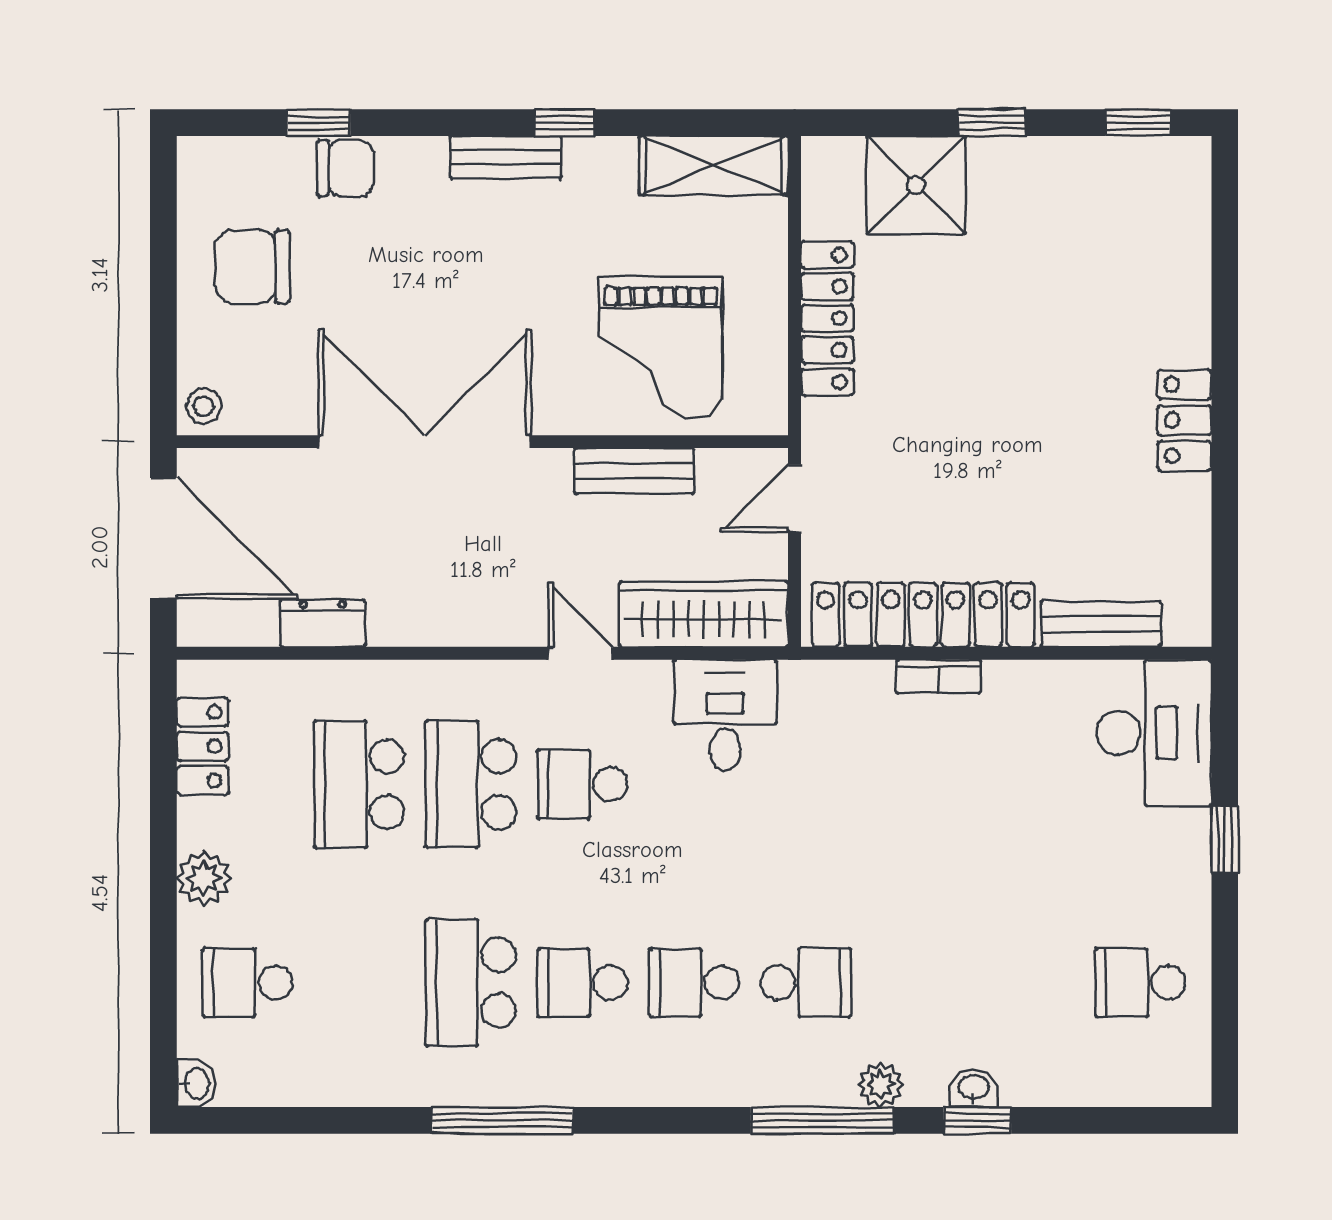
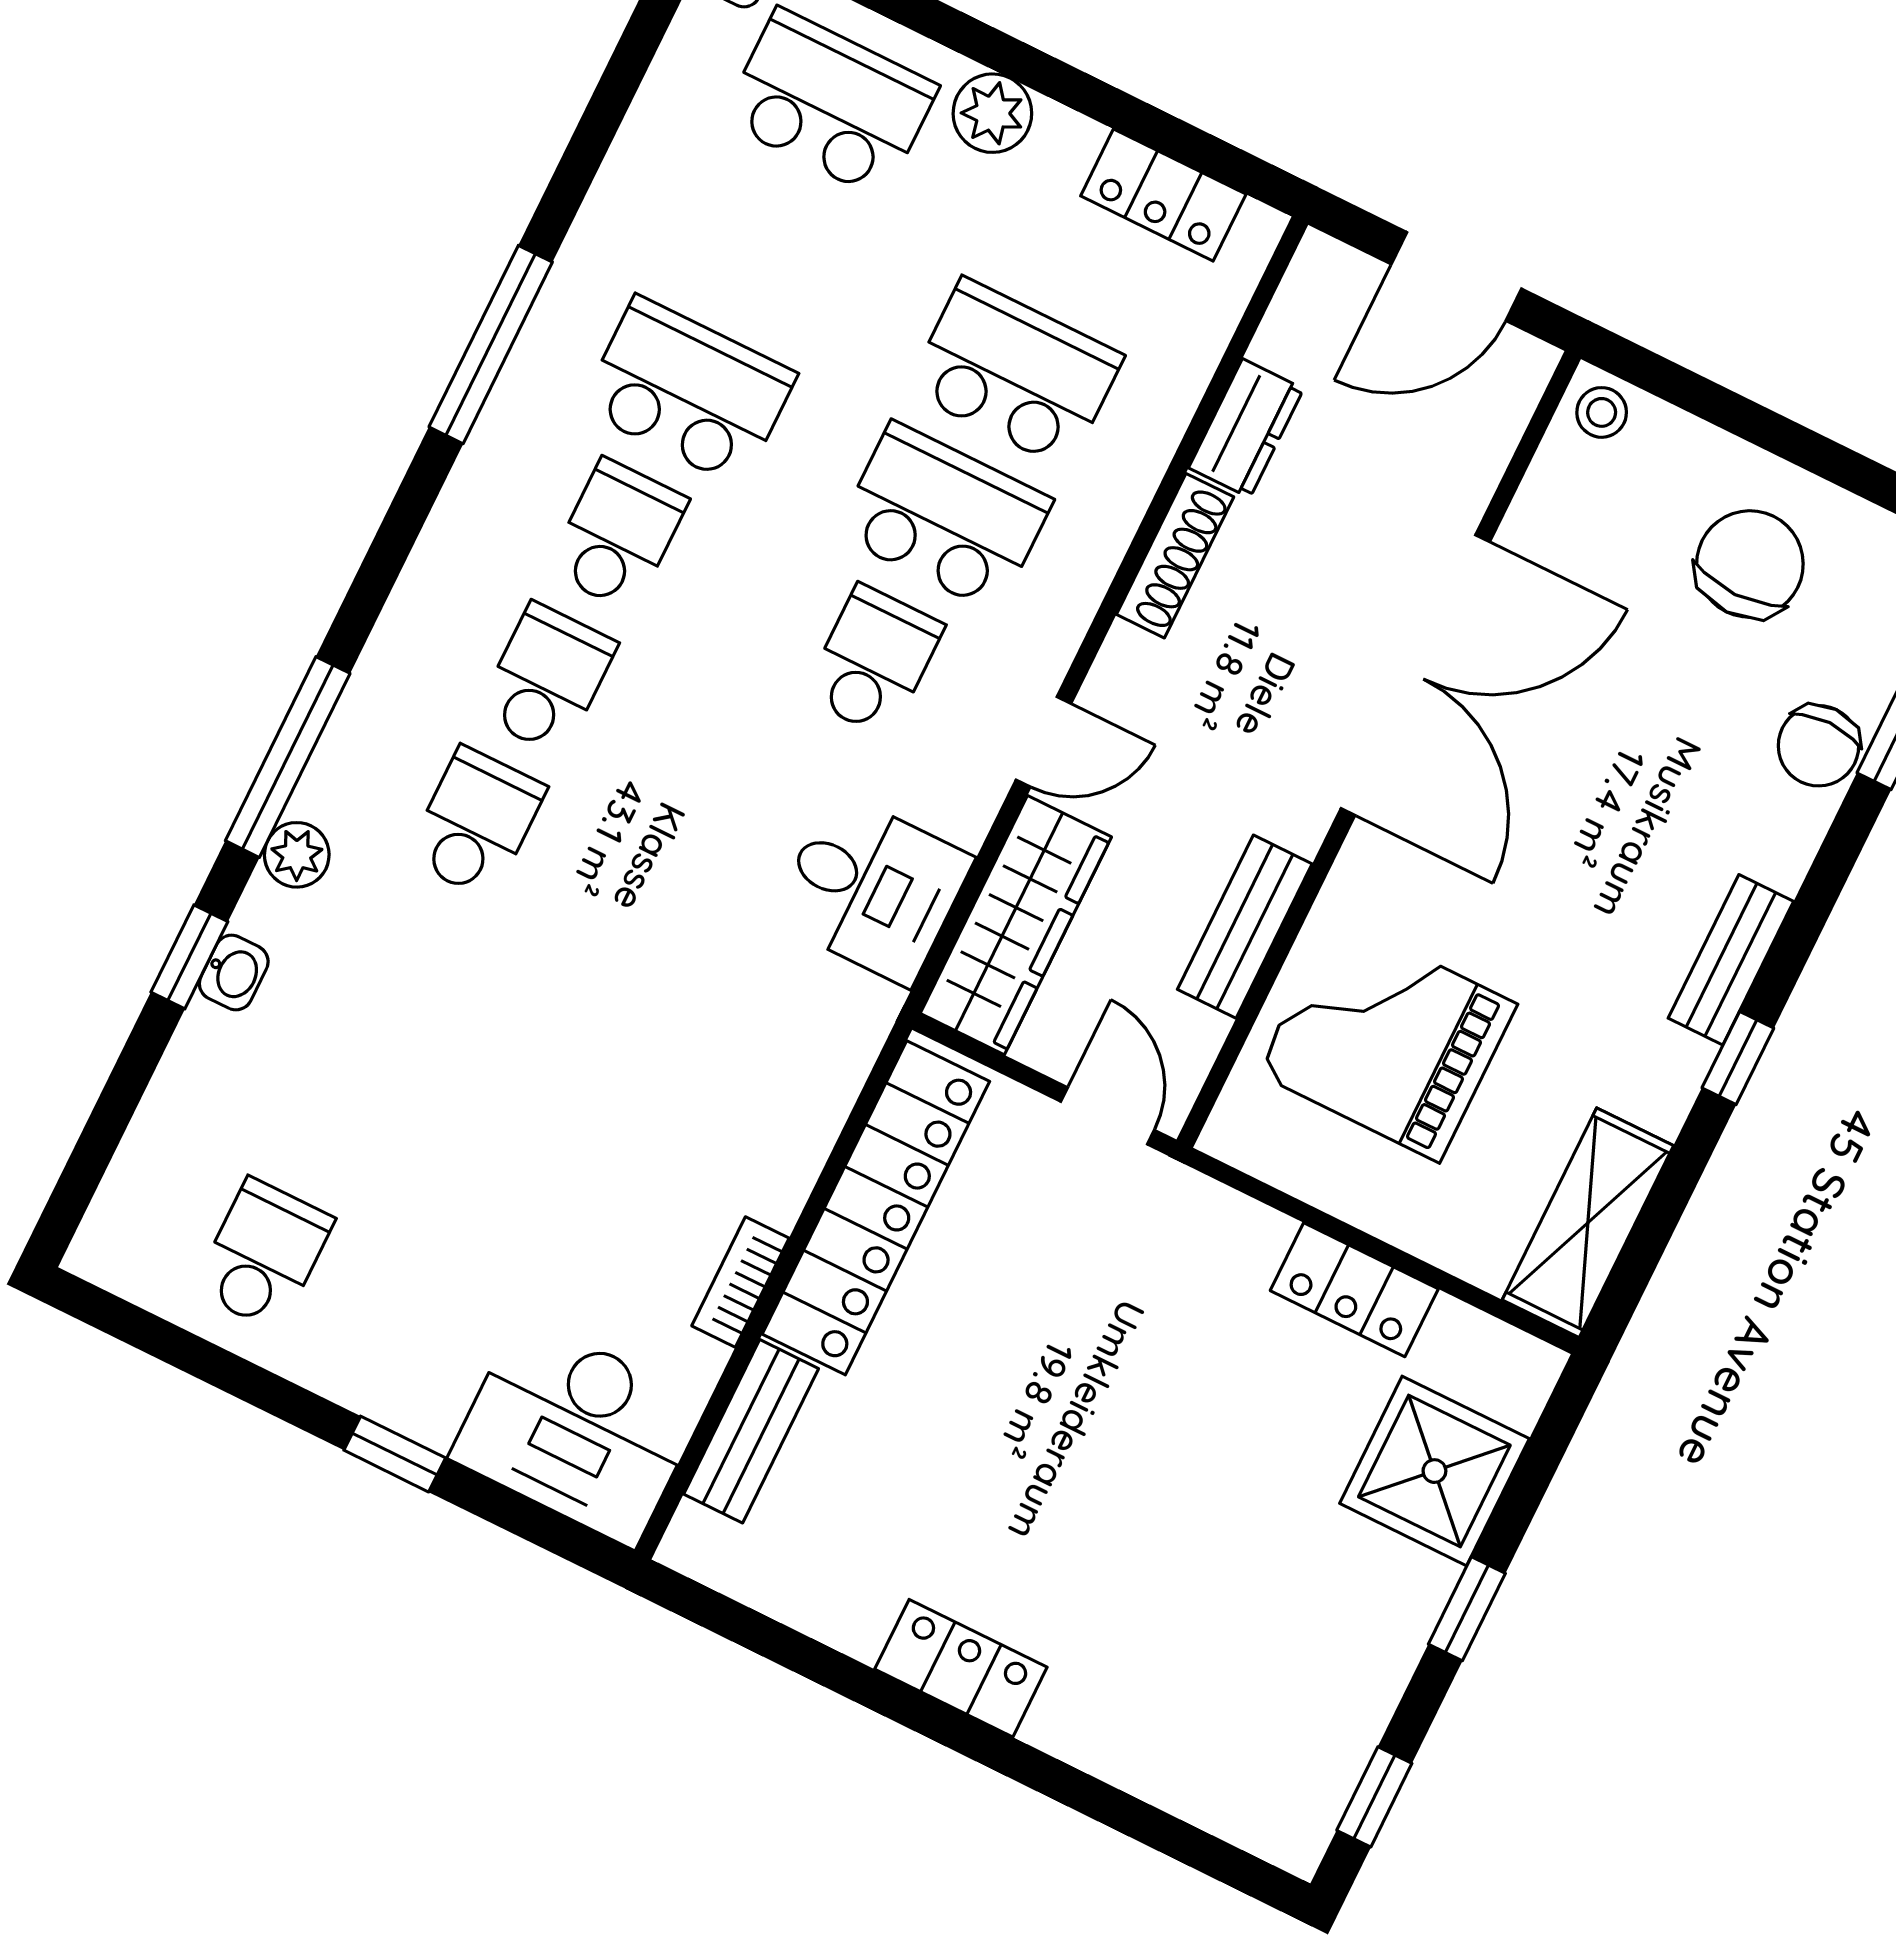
locker: (827, 318) -> (1354, 1290), width x0.66
door: (163, 538) -> (1456, 276), width x0.73
shoe rack: (424, 628) -> (1175, 556), added
bookcase: (938, 677) -> (740, 1282), moved
school desk: (248, 983) -> (830, 103), width x1.85
school desk: (806, 983) -> (476, 823), turned 180

